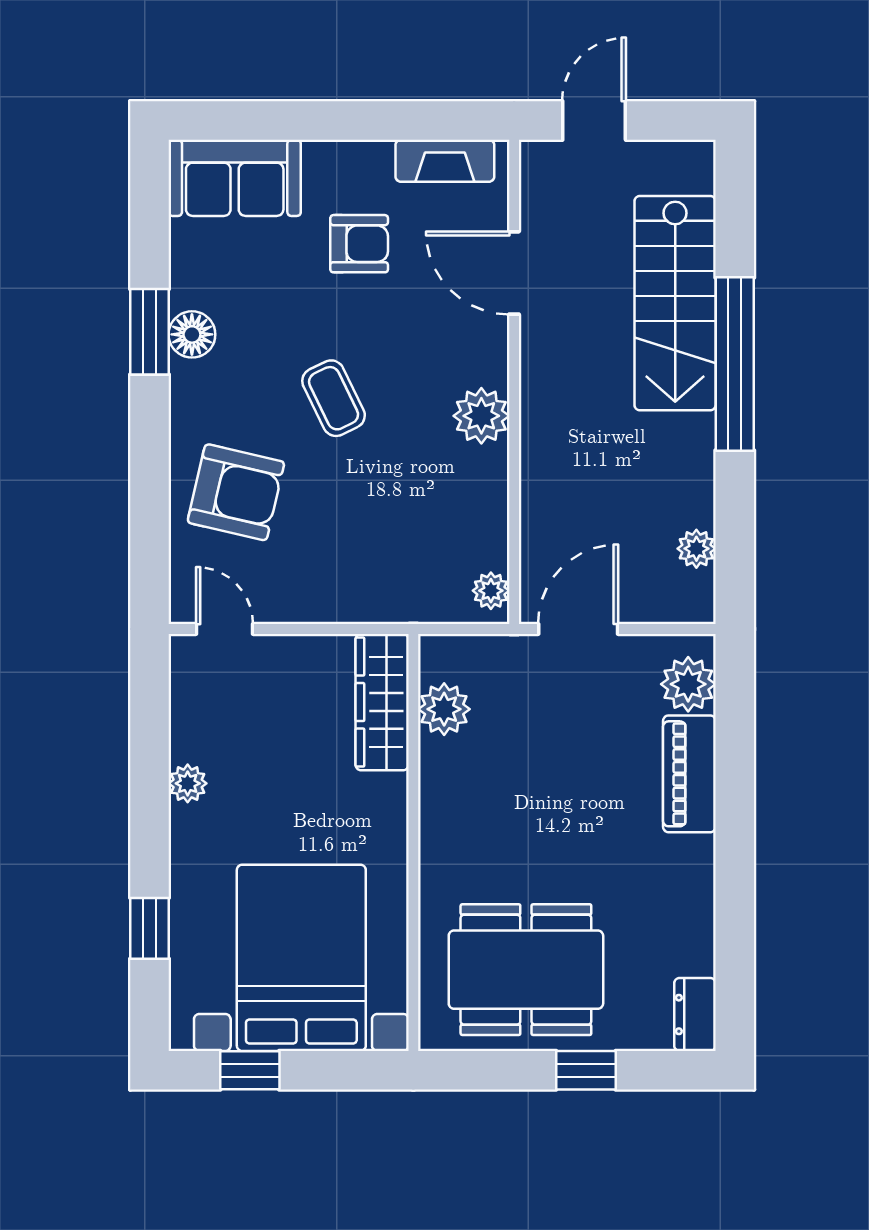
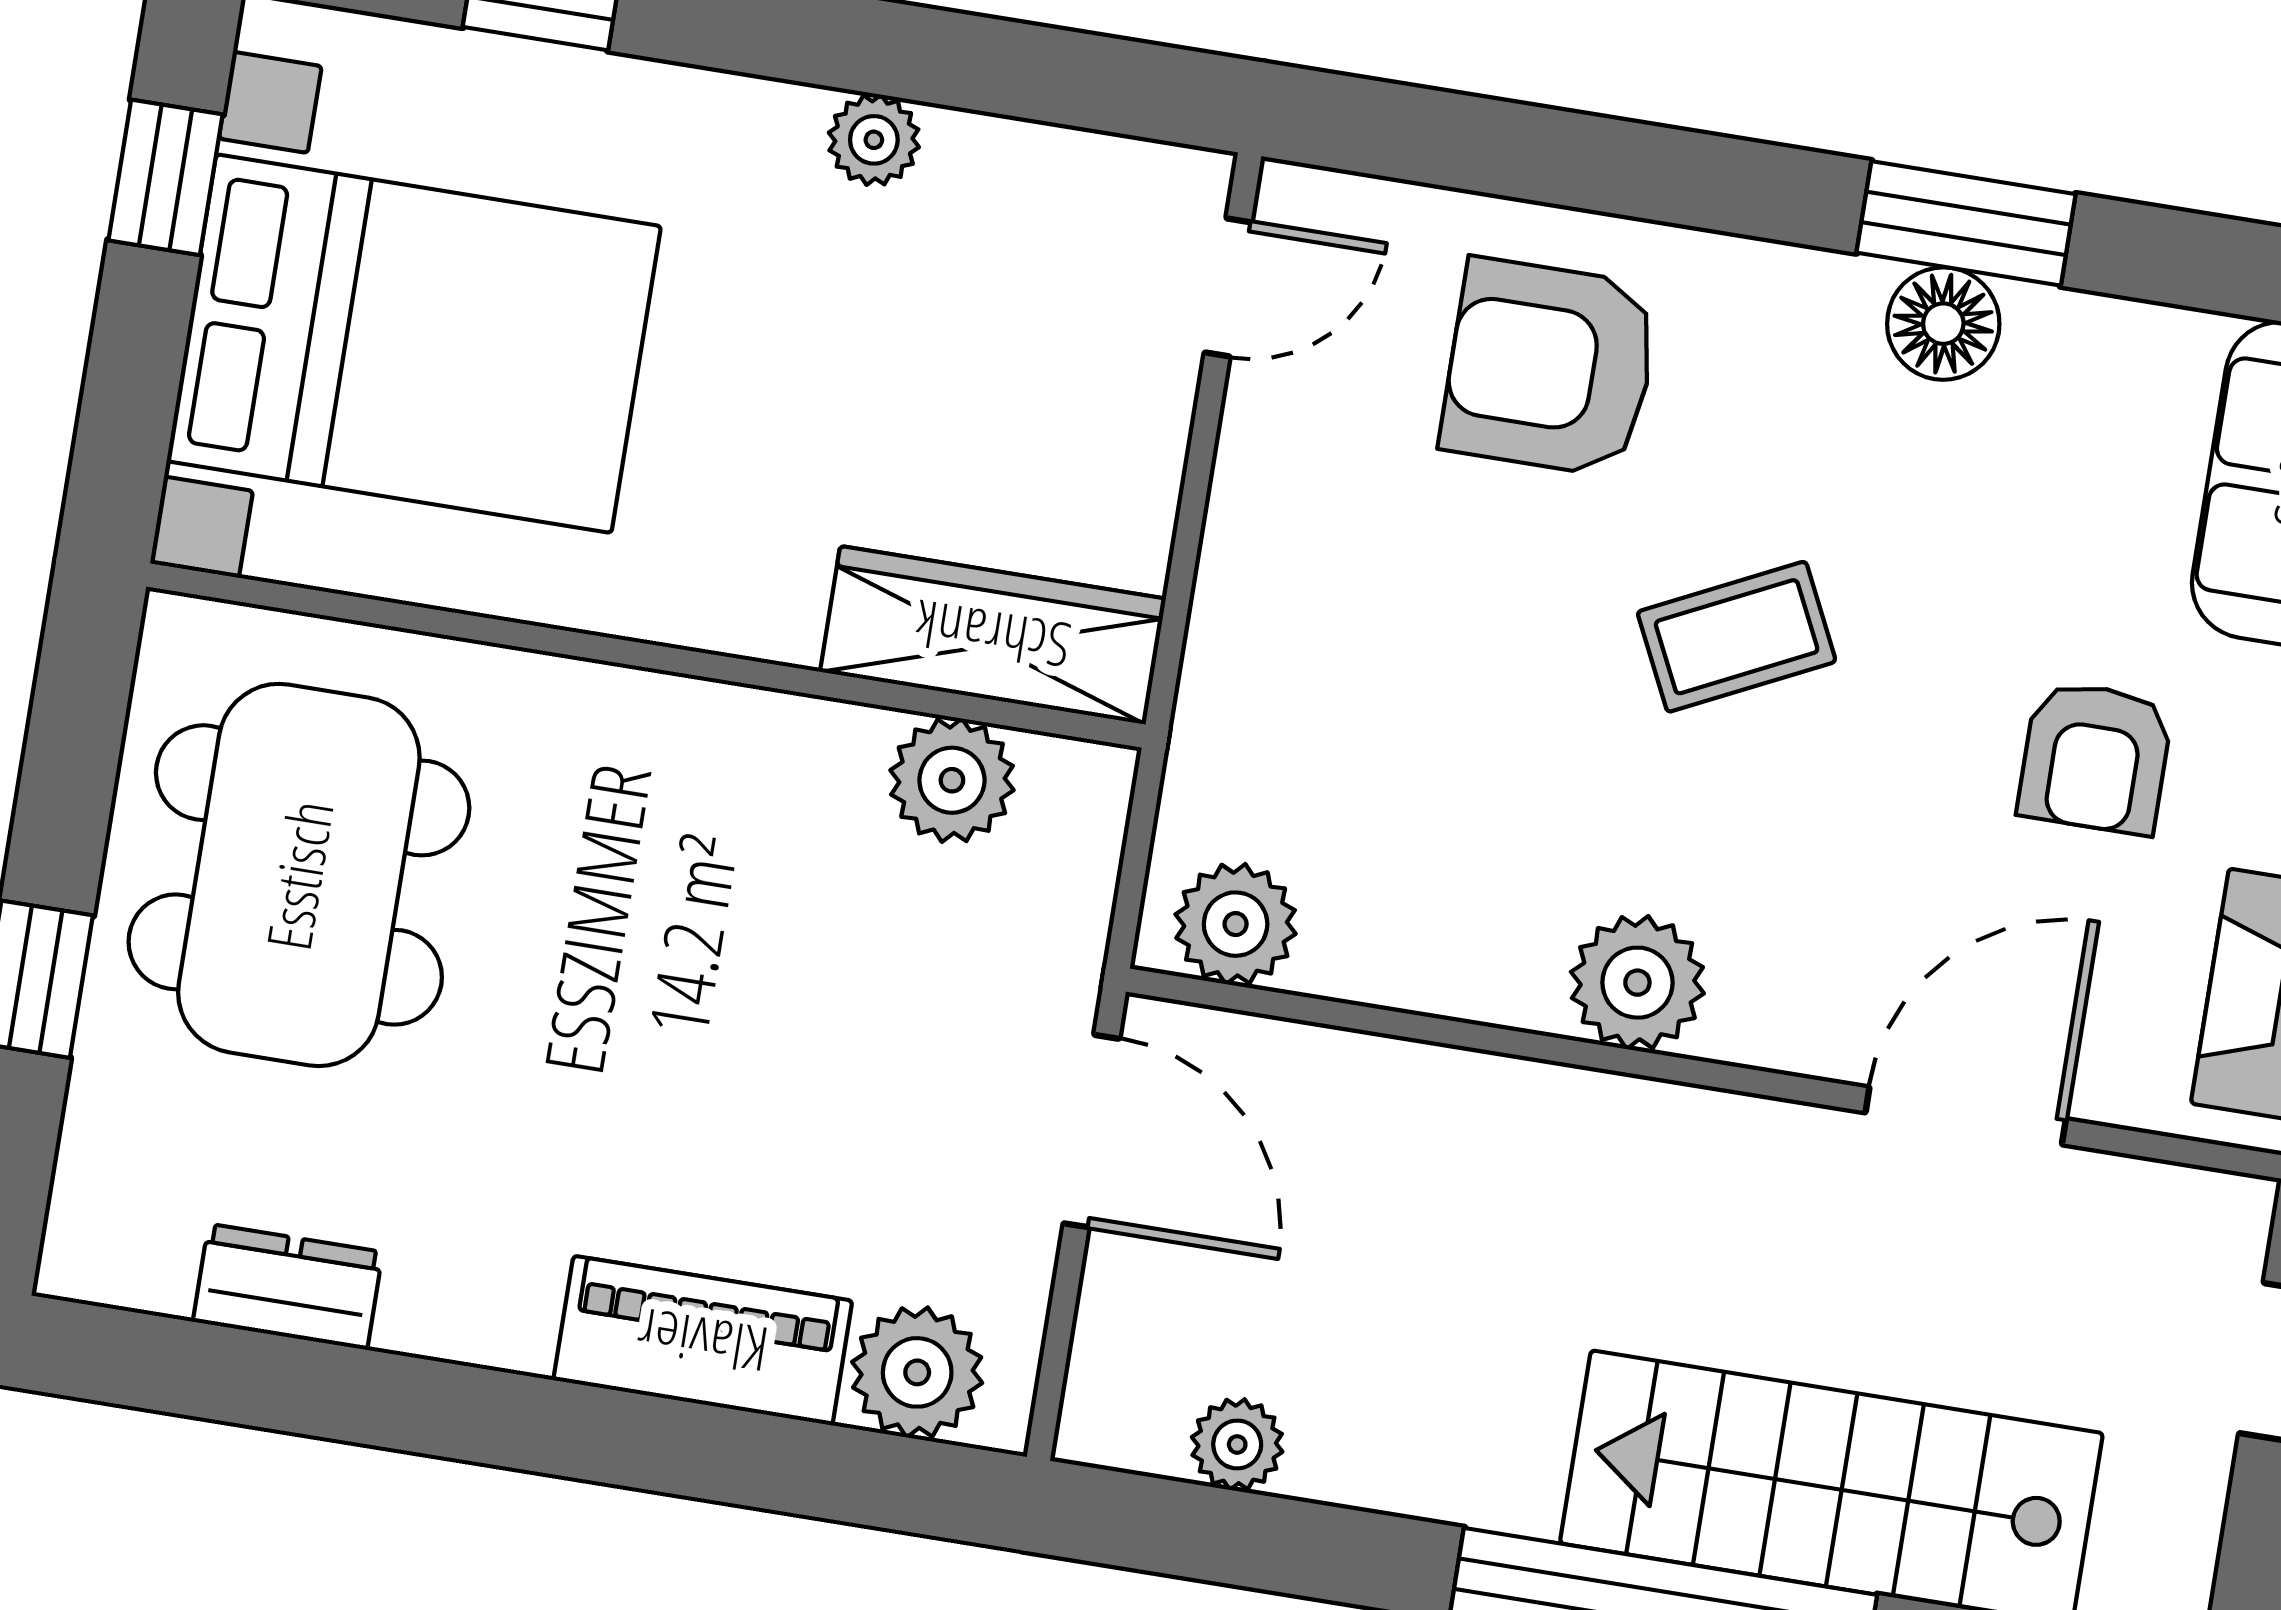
armchair: (236, 492) -> (1550, 368), turned 77
plant: (491, 591) -> (1236, 924), width x1.38, depth x1.38
dresser: (695, 1014) -> (288, 1287), moved

